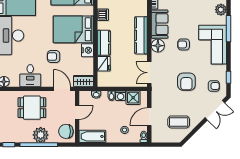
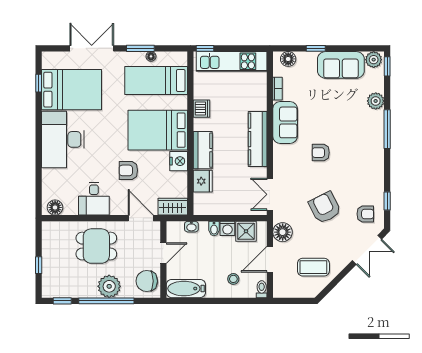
corner sofa: (213, 45) -> (364, 153), removed
floor lamp: (158, 46) -> (283, 232), moved
armchair: (186, 82) -> (325, 208), turned 153

